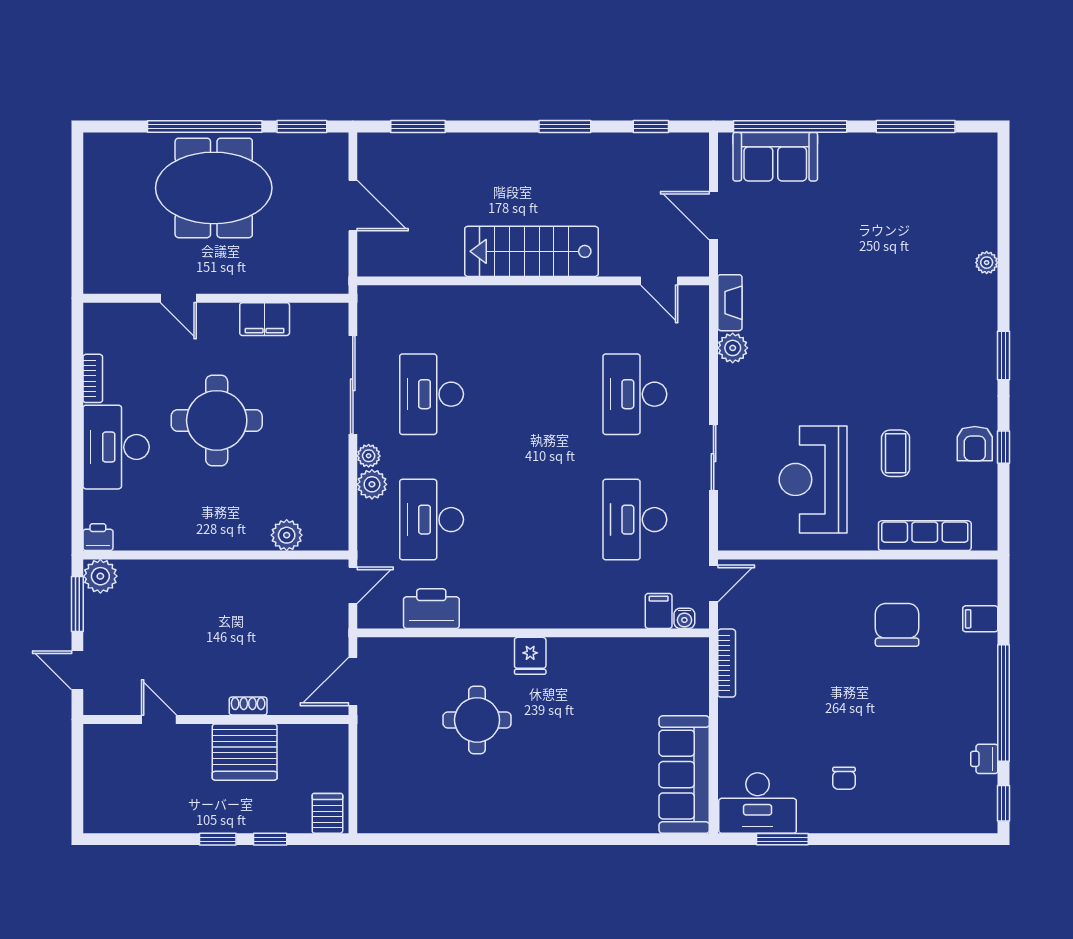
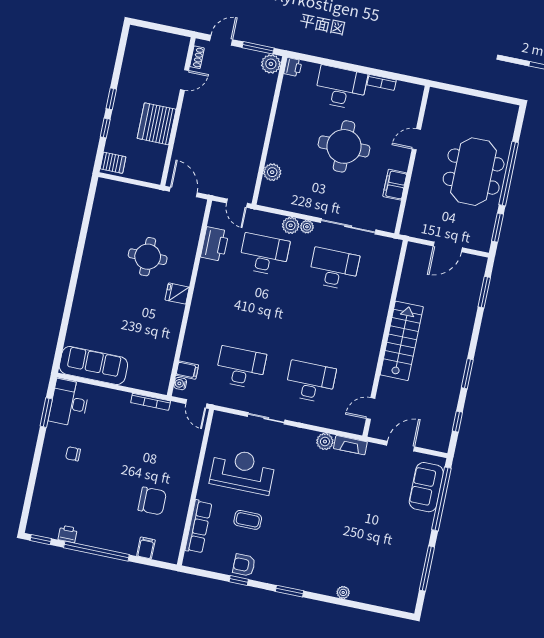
shoe rack: (248, 706) -> (197, 57), moved

